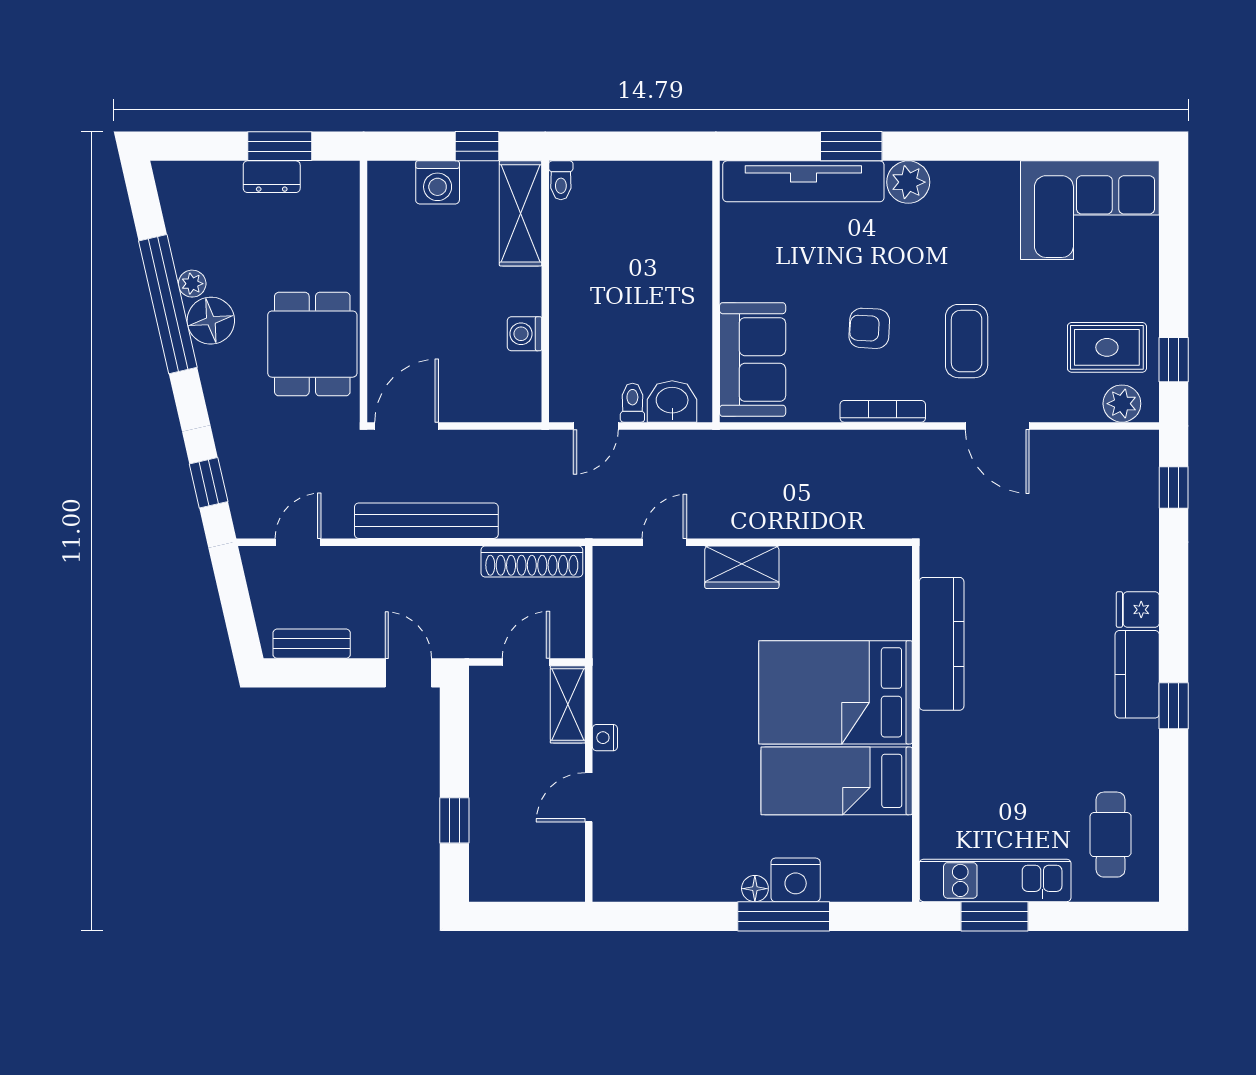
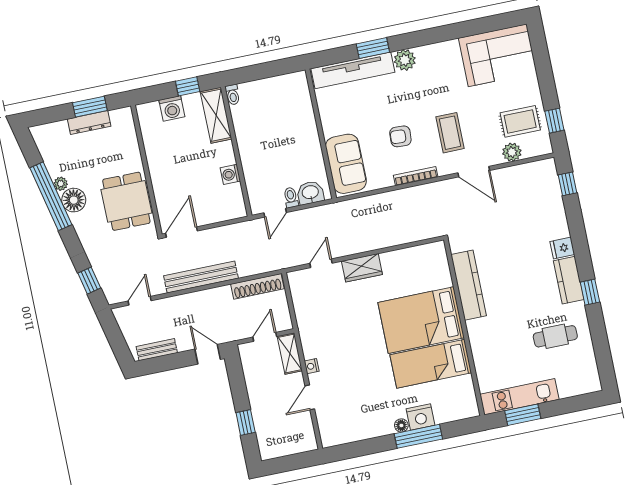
dresser: (272, 177) -> (89, 123), width x1.44
plant: (1122, 404) -> (512, 152), moved
cafe table: (1111, 835) -> (555, 336), moved, turned 90

